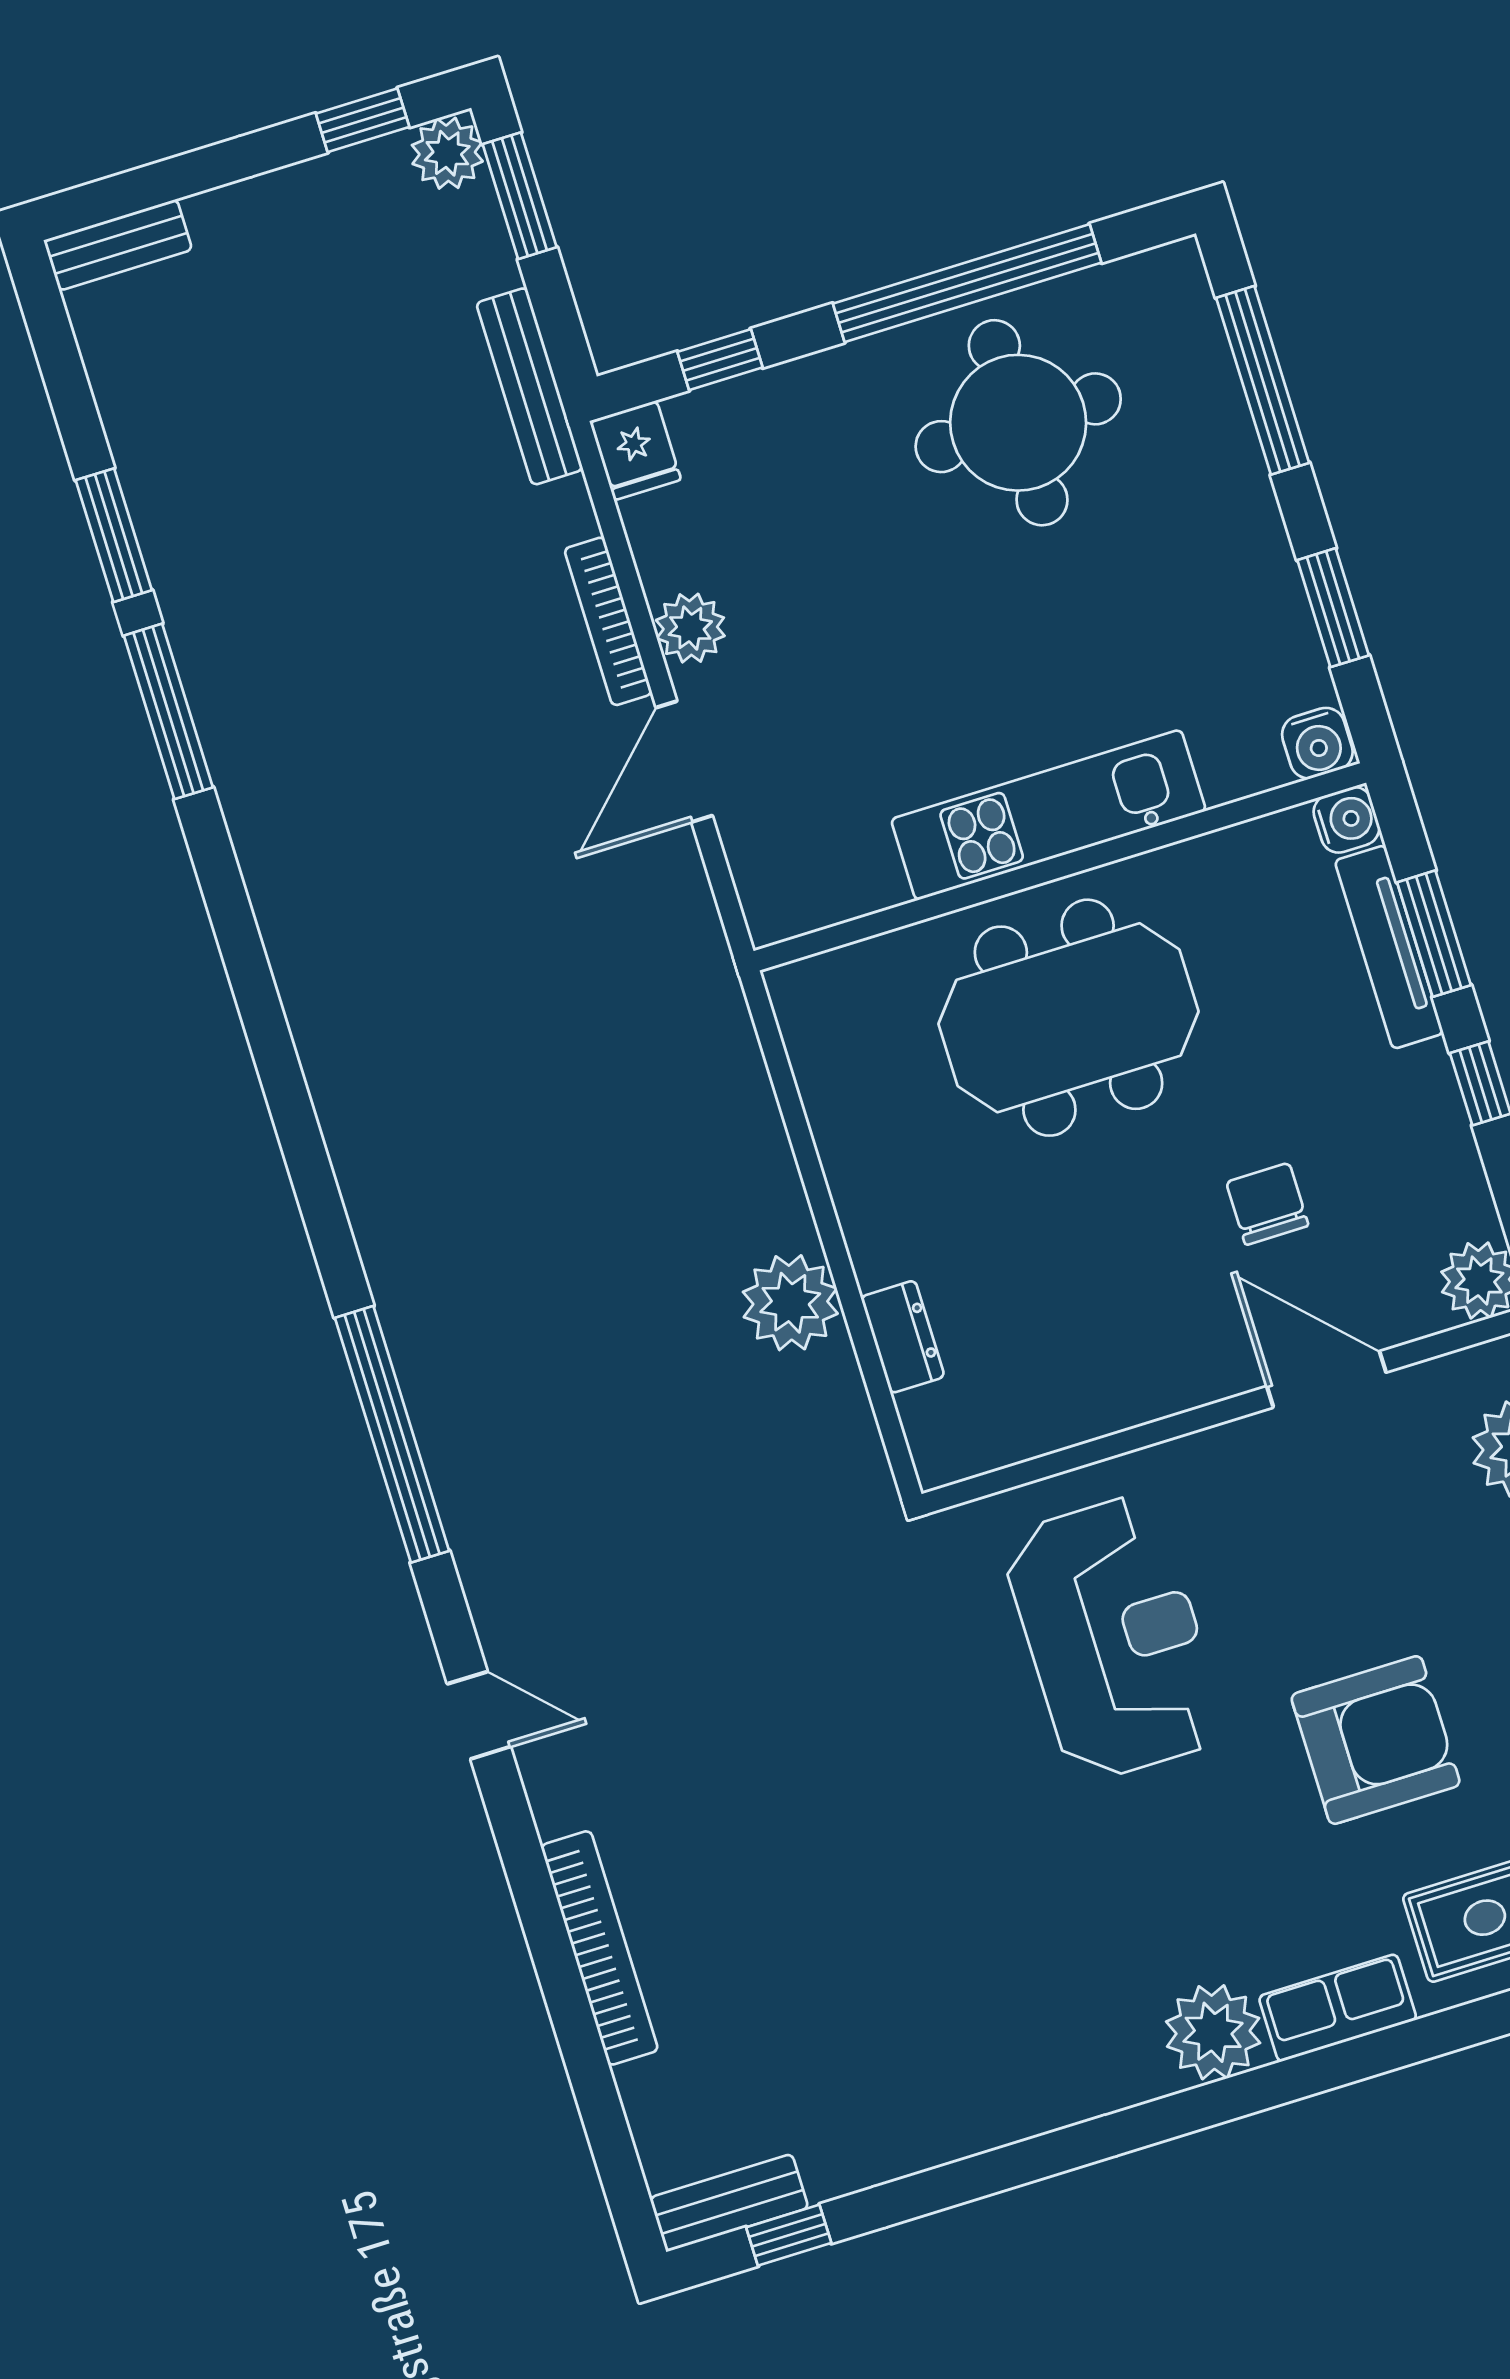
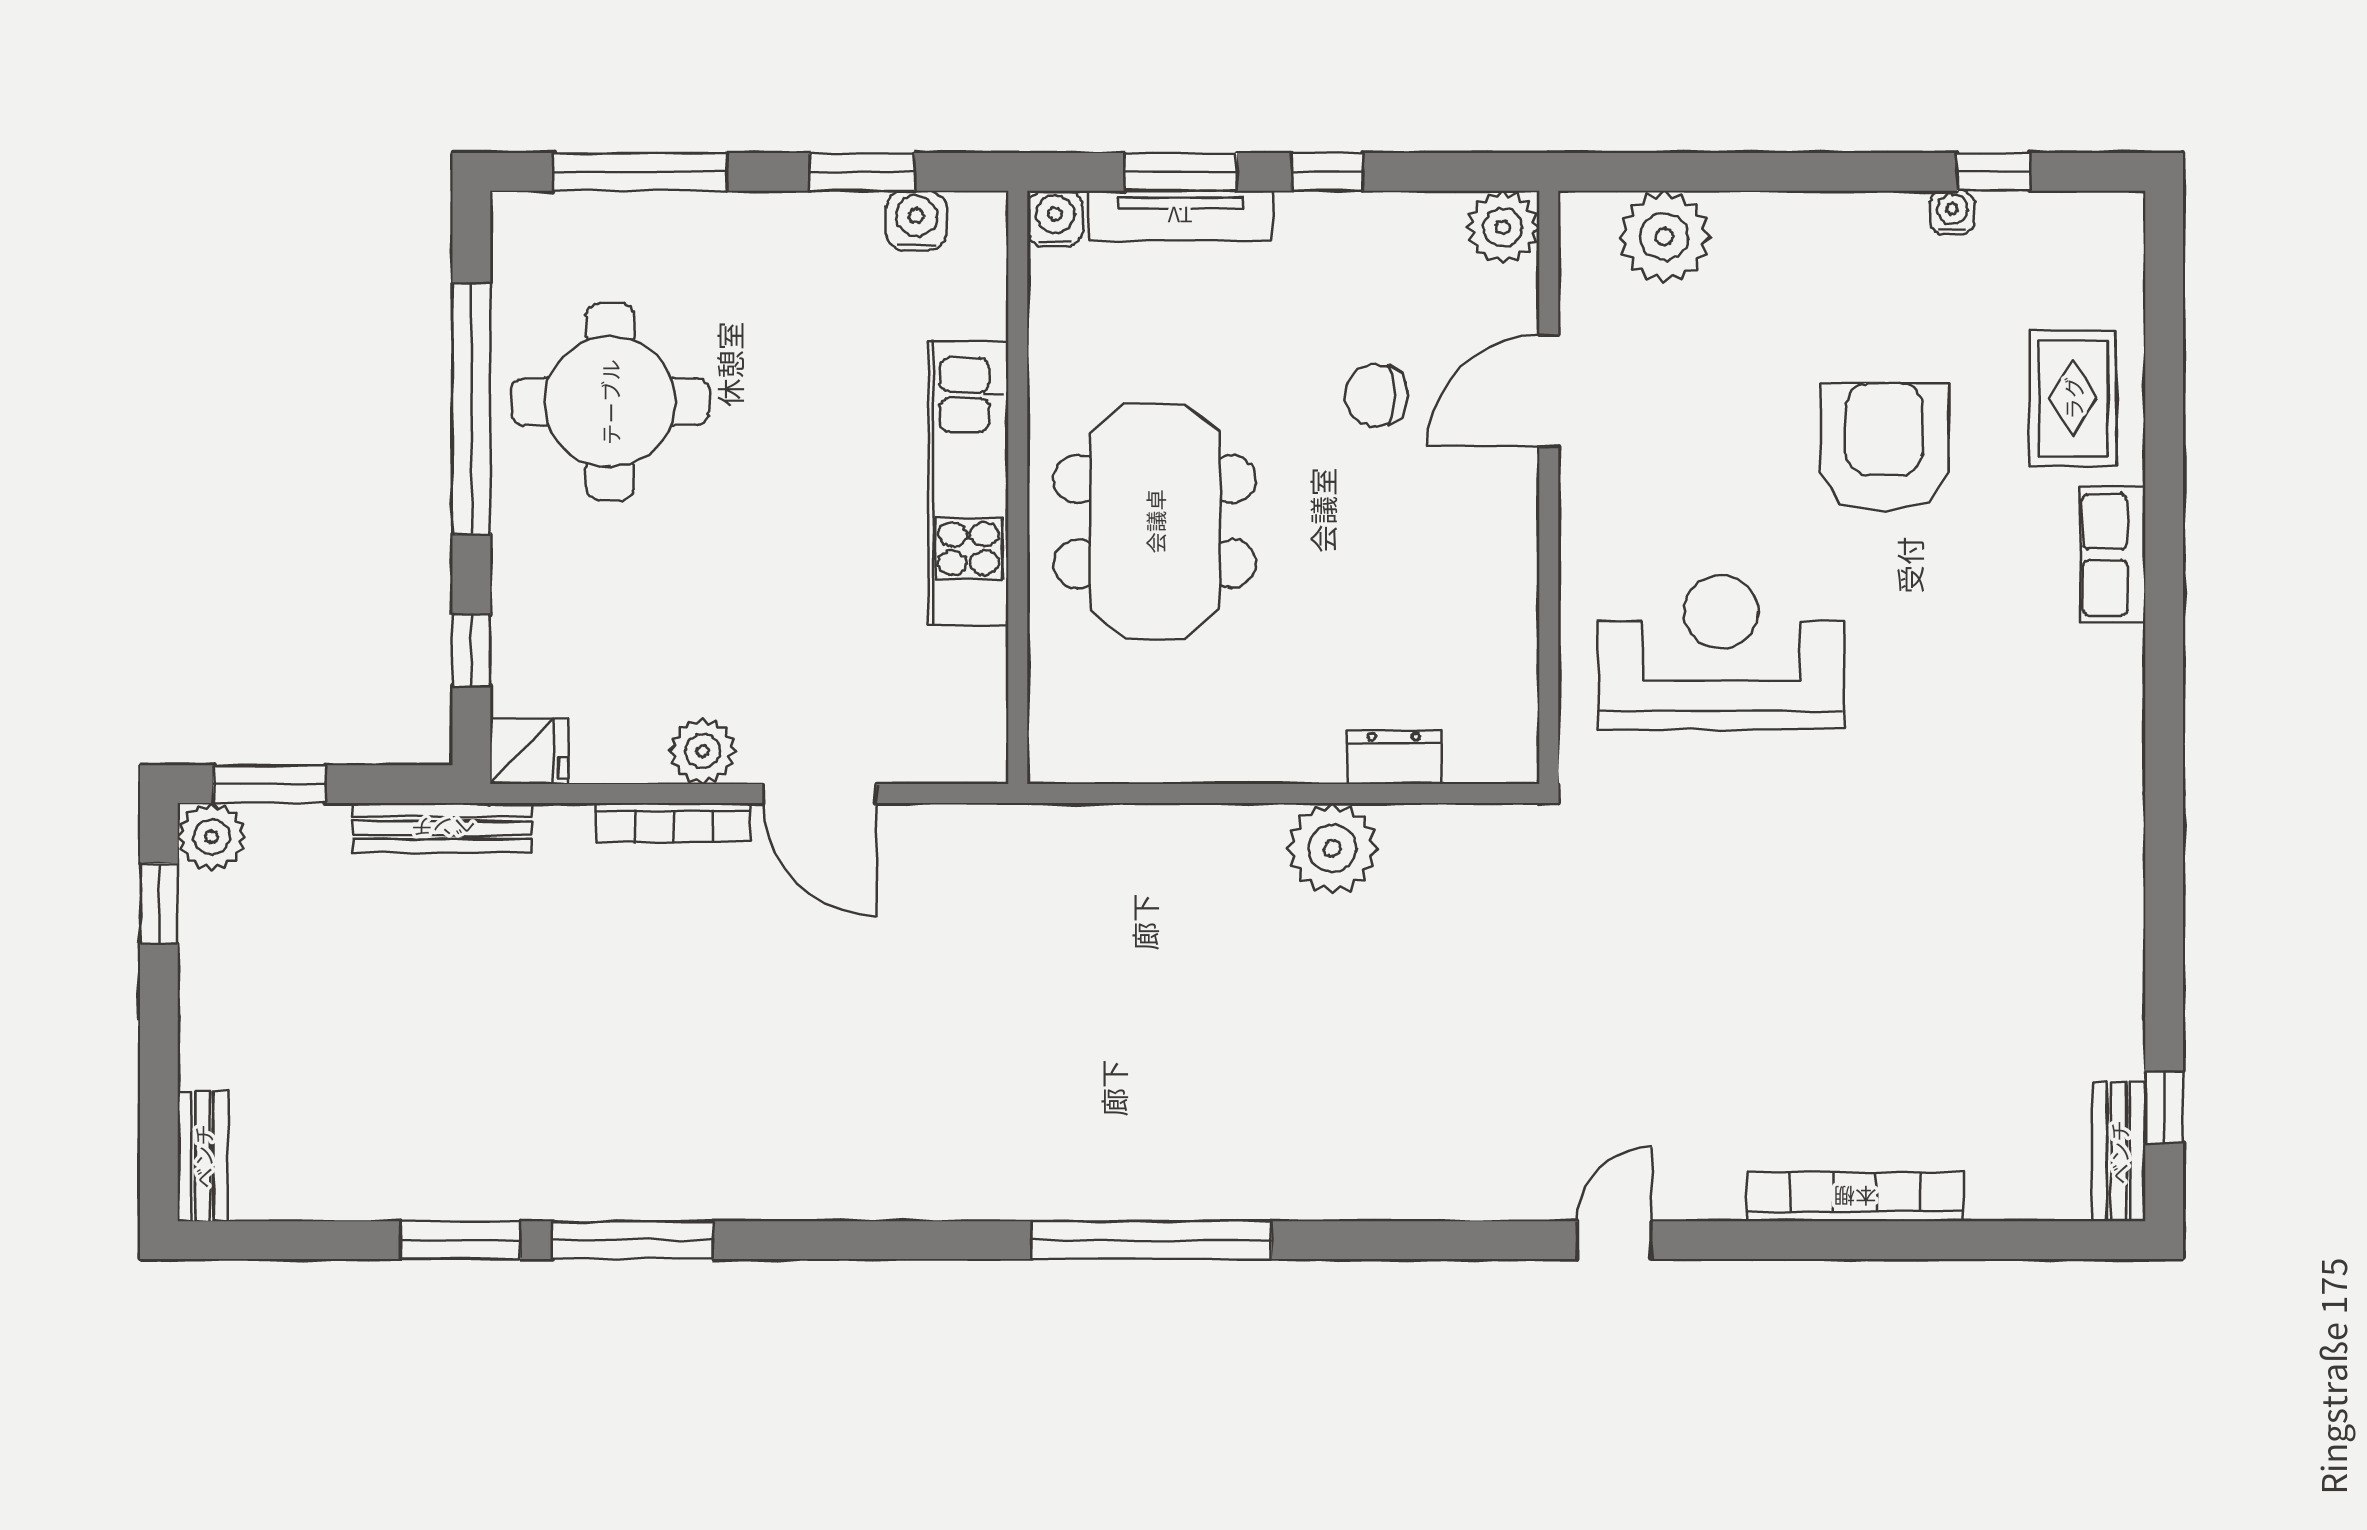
water cooler: (1317, 743) -> (916, 221), moved, turned -90
window: (392, 1434) -> (1152, 1240), moved
plant: (1213, 2032) -> (2100, 673), removed

